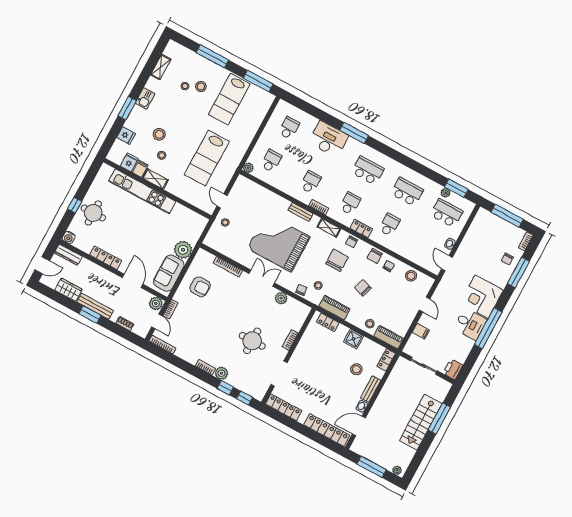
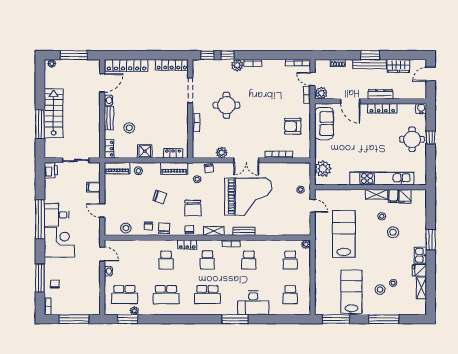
fridge: (126, 136) -> (419, 270), moved
plant: (183, 250) -> (323, 169), moved
dresser: (68, 255) -> (381, 94), moved

